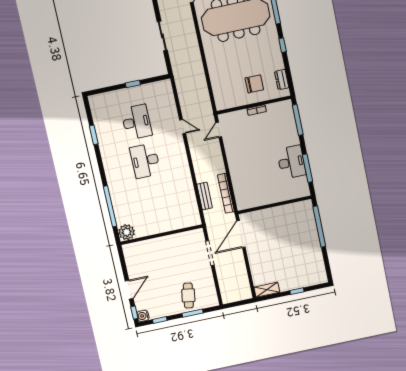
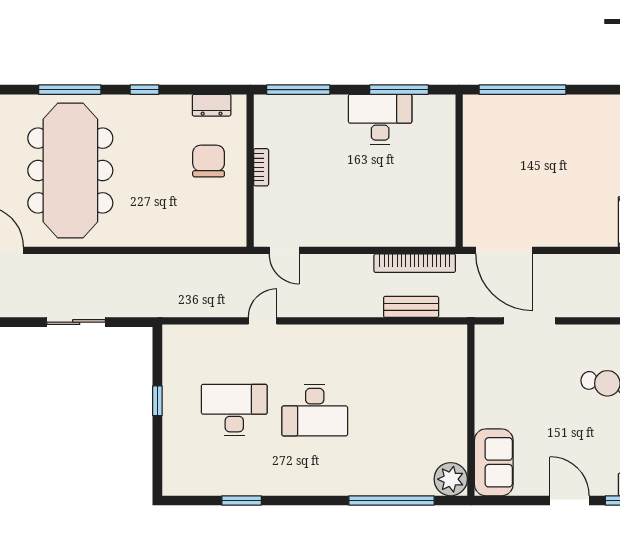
sofa: (139, 251) -> (494, 462), added

